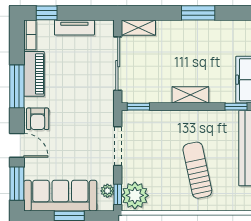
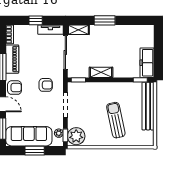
window: (47, 13) -> (36, 20), moved
window: (198, 13) -> (105, 20), moved
tv unit: (74, 28) -> (50, 30), moved
shelving: (190, 95) -> (101, 72), moved
armchair: (87, 115) -> (46, 85), added
armchair: (38, 119) -> (14, 88), turned -90

